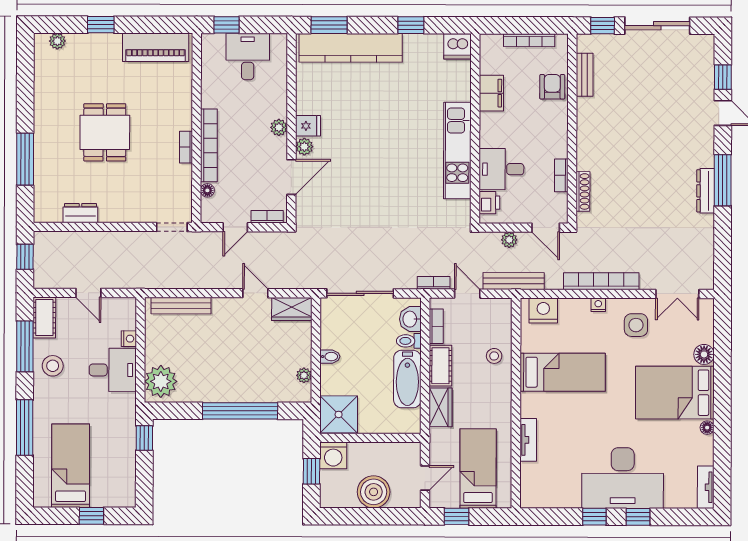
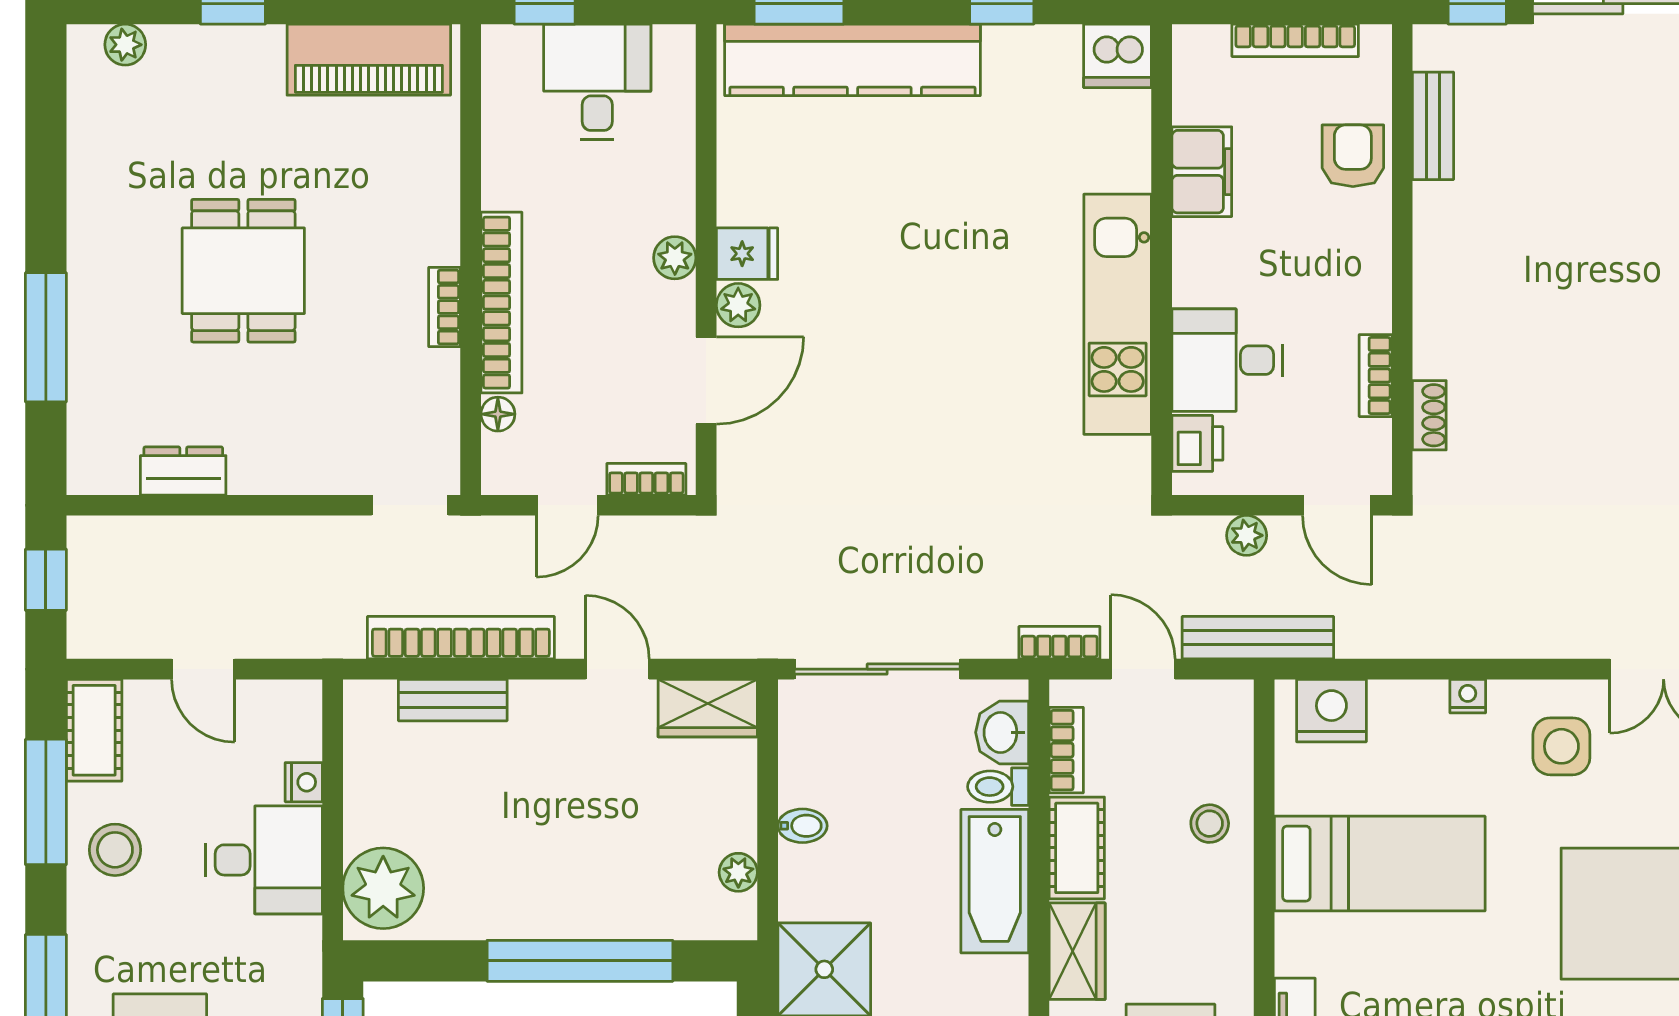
shoe rack: (583, 191) -> (1429, 415), width x0.70
bookcase: (601, 281) -> (461, 638), moved
bench: (181, 306) -> (453, 700), width x0.73

